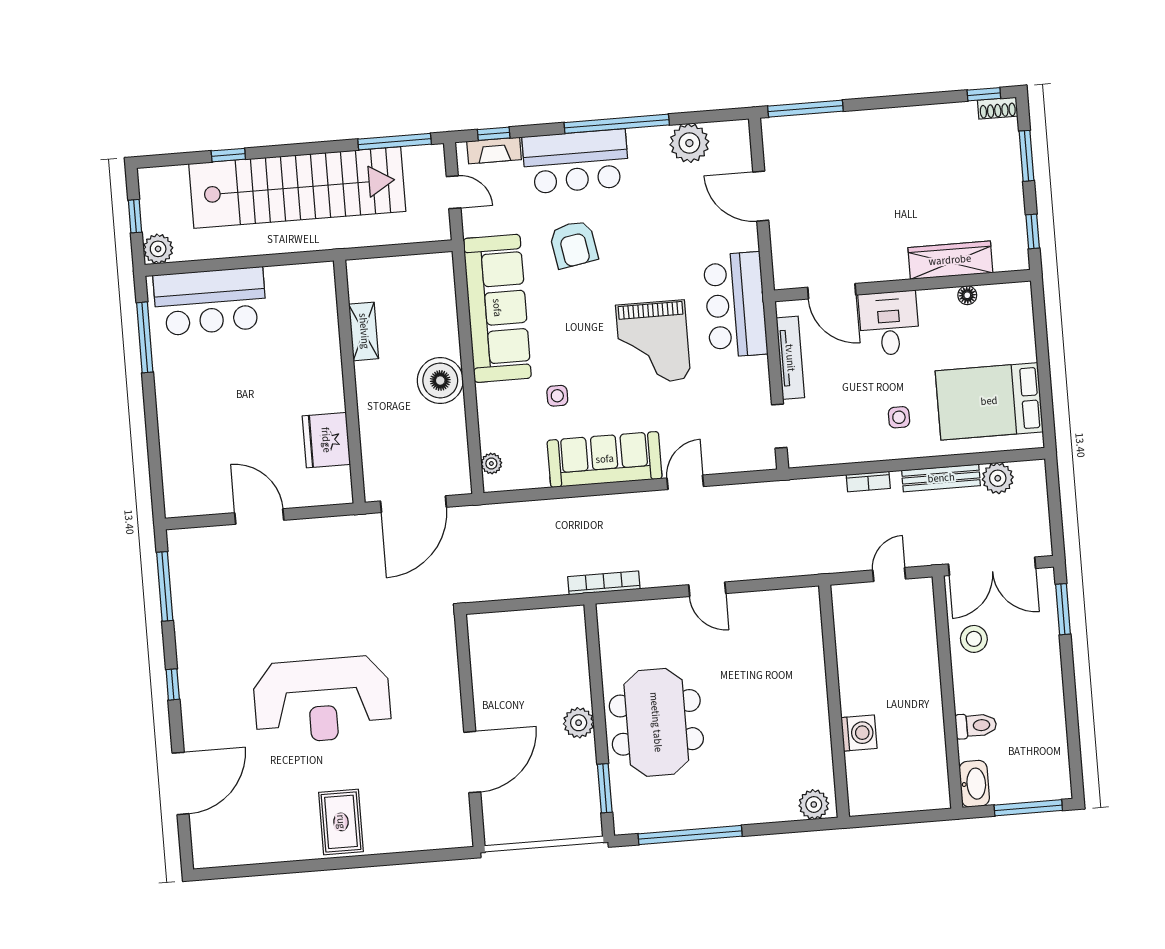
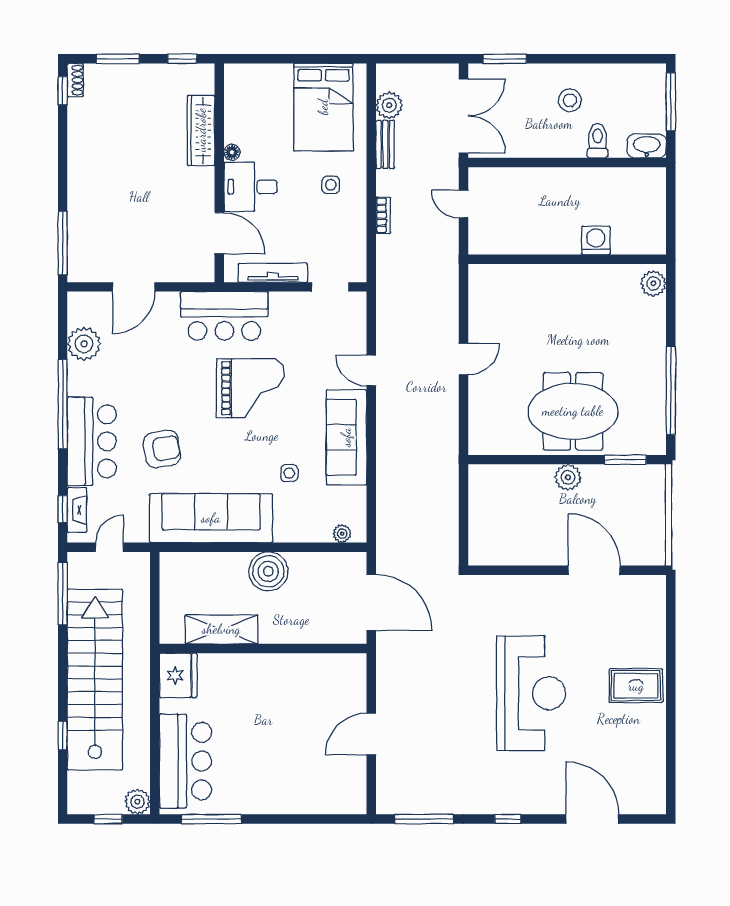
door: (832, 291) -> (219, 233), hinge flipped
floor lamp: (967, 295) -> (232, 152), moved
shelving: (364, 331) -> (221, 629), width x1.50, depth x1.33
fridge: (326, 440) -> (178, 675), moved, turned -90
bench: (941, 478) -> (385, 144), width x0.73
bookcase: (604, 583) -> (451, 446), removed
stool: (974, 639) -> (570, 100), moved

